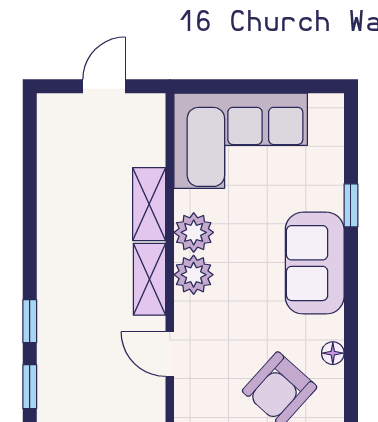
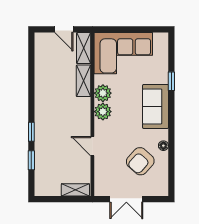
door: (104, 86) -> (64, 29), swing flipped
shelving: (149, 279) -> (84, 48), moved

